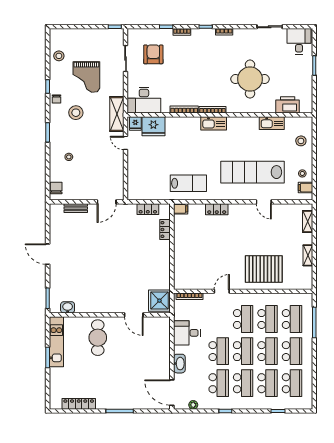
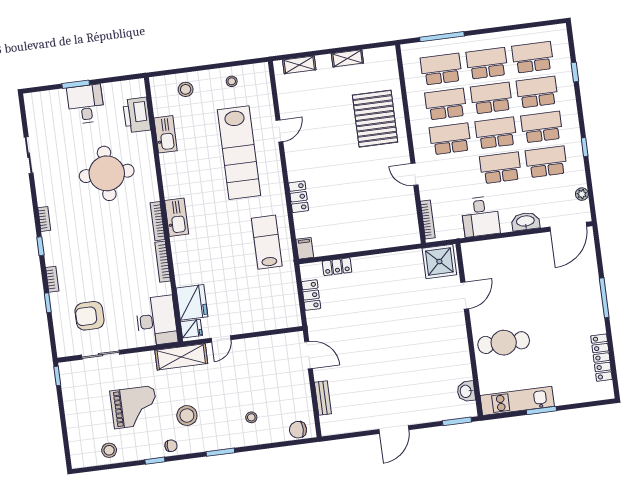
desk: (299, 41) -> (86, 104), moved, turned 90
filing cabinet: (305, 188) -> (251, 74), removed

